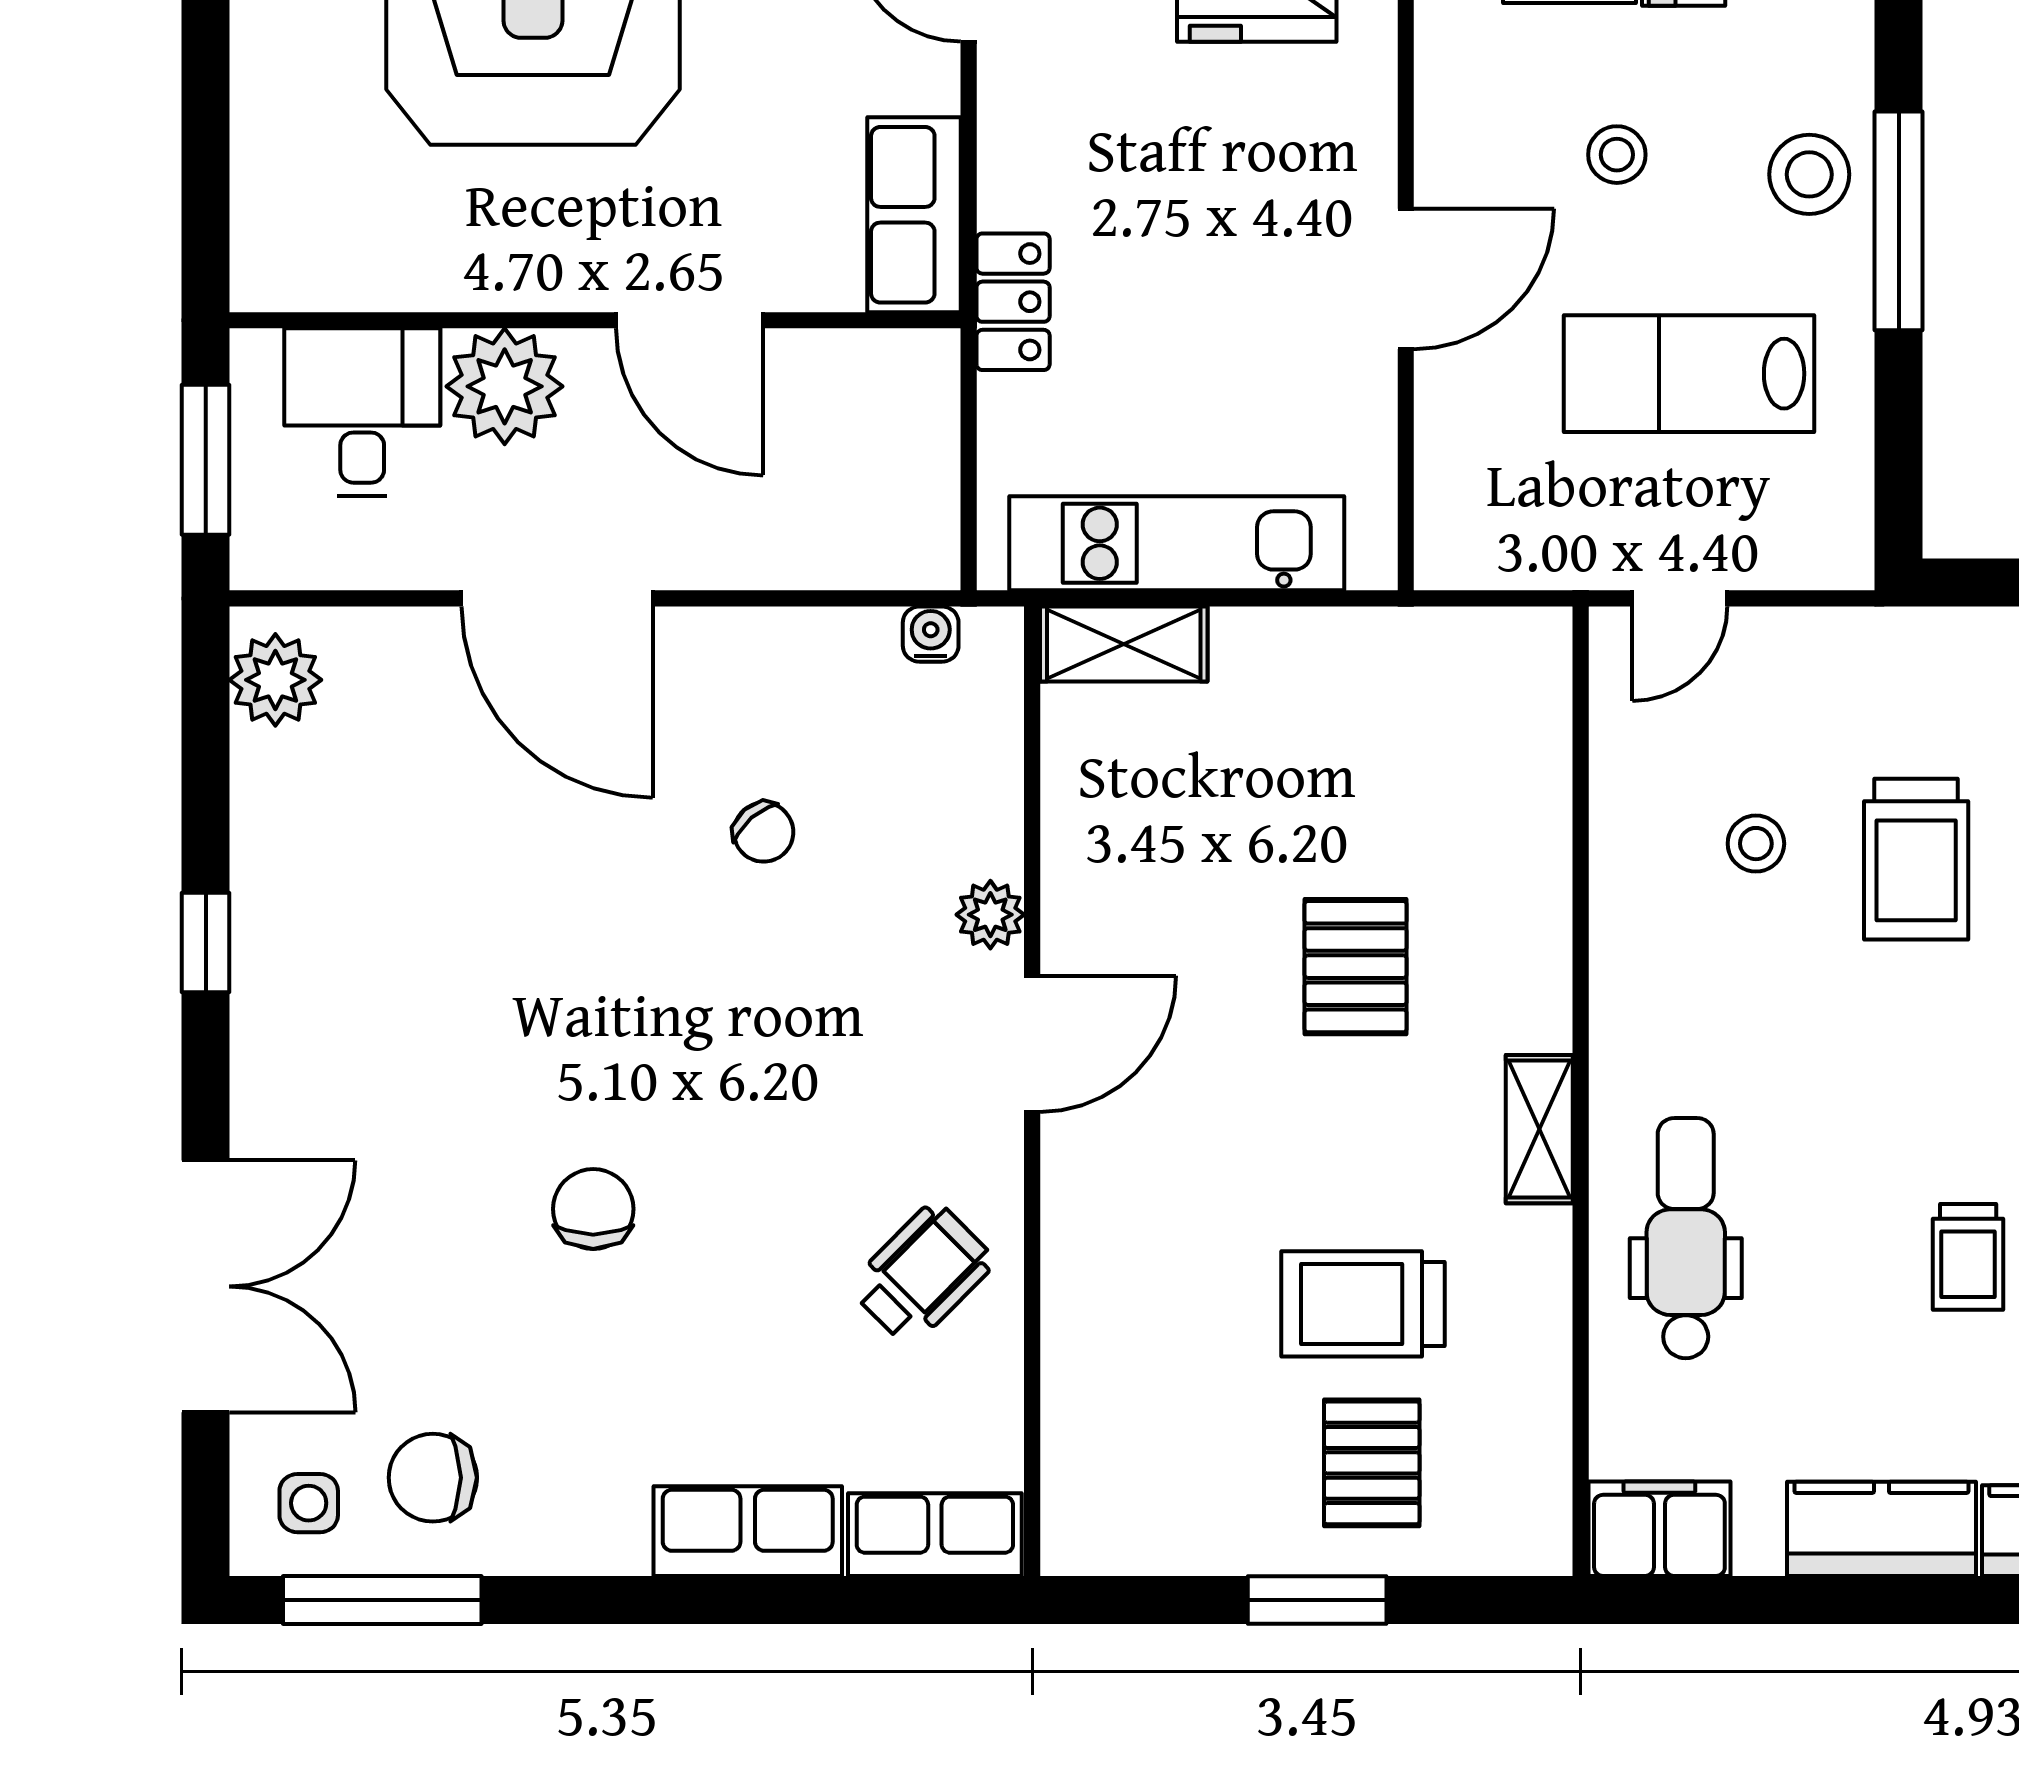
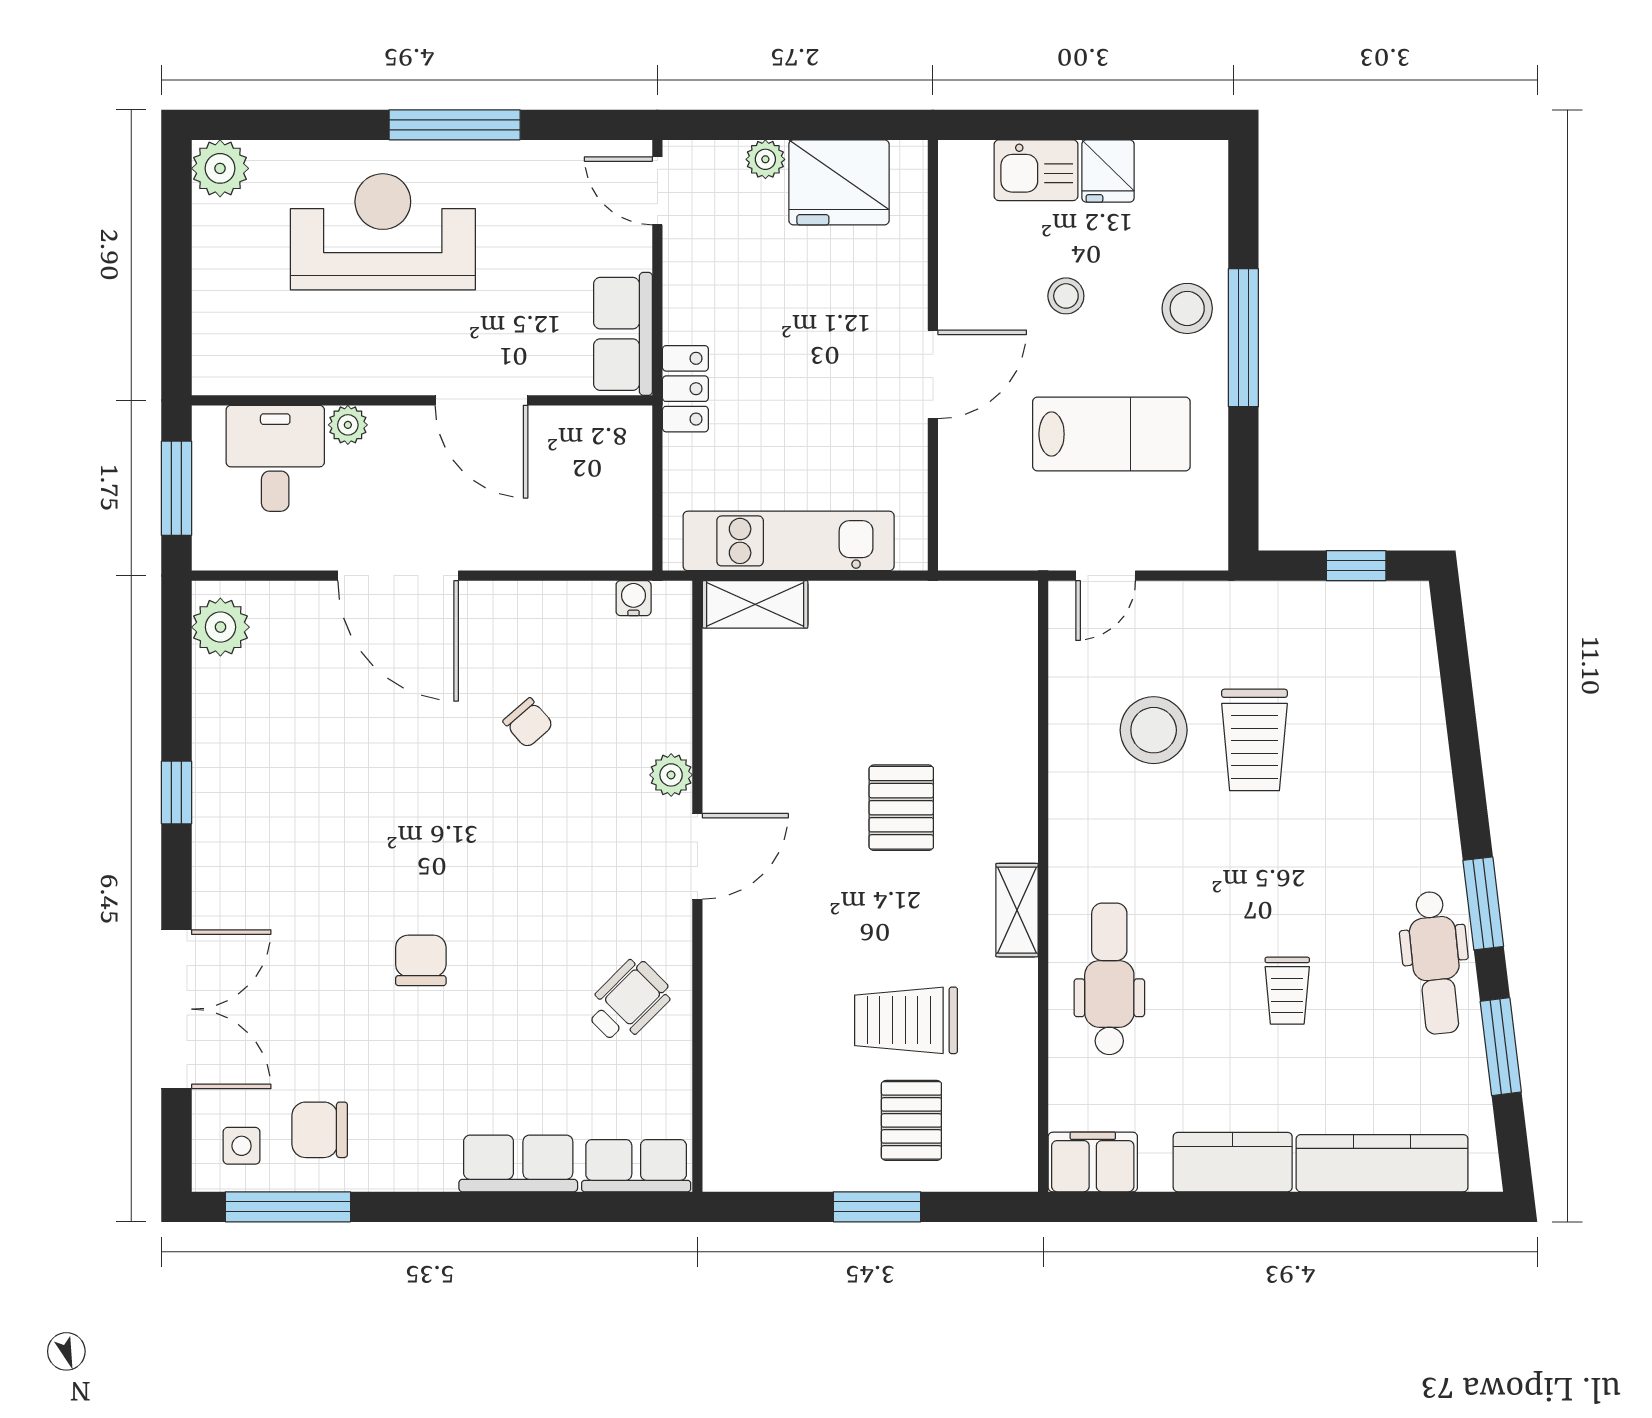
lab bench: (1689, 374) -> (1111, 434), turned 180
plant: (505, 386) -> (348, 425), width x0.53, depth x0.53
stool: (1756, 844) -> (1154, 730), width x1.89, depth x1.89

